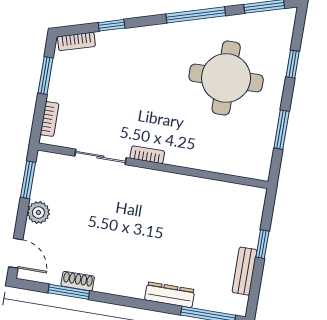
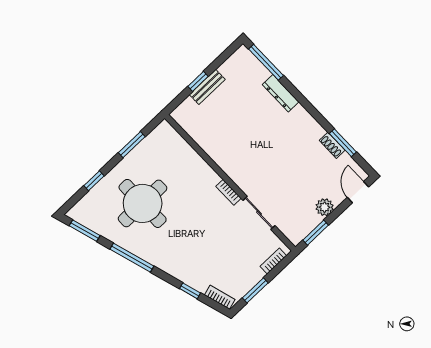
bench: (245, 271) -> (207, 87), moved

